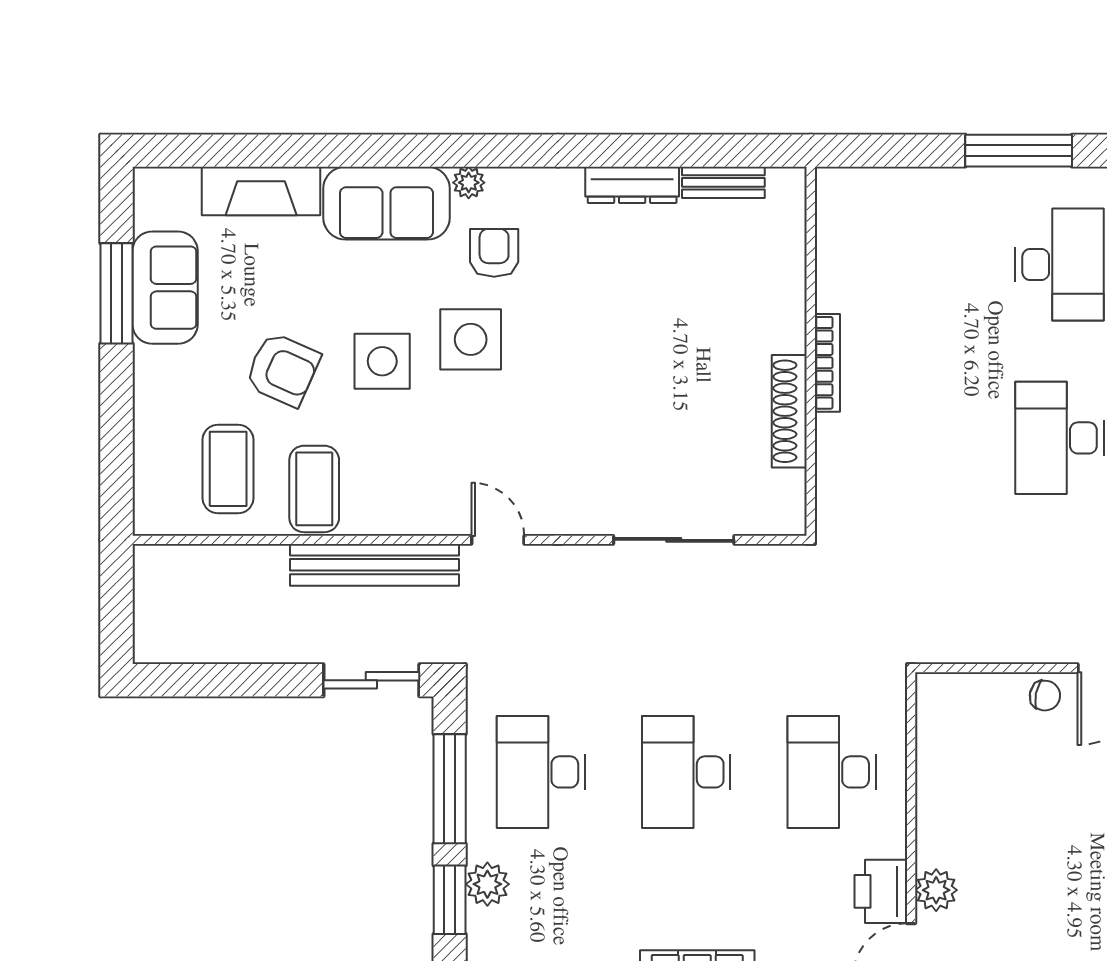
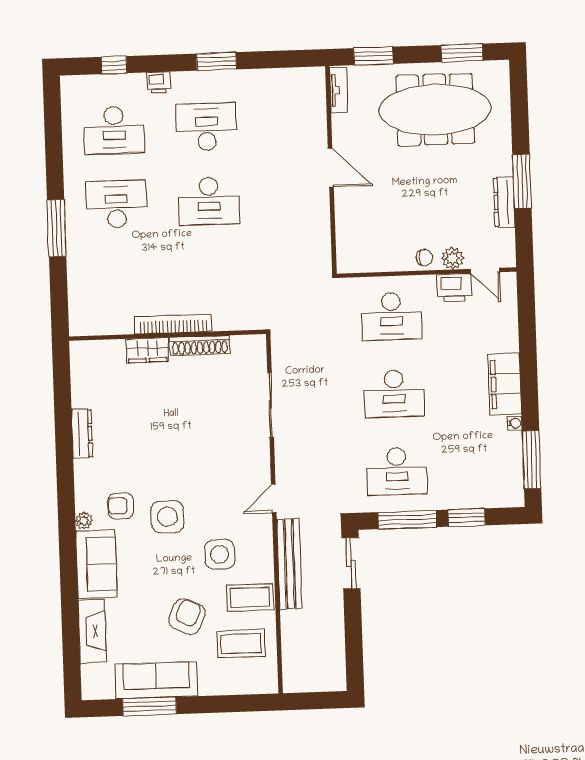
bench: (723, 182) -> (79, 385), removed
sofa: (165, 288) -> (156, 680), width x1.36
wardrobe: (784, 313) -> (147, 350), added
side table: (382, 361) -> (220, 554), moved
bookcase: (827, 363) -> (173, 324), width x1.48, depth x1.31
chair: (1045, 696) -> (424, 258), moved, turned 79
plant: (487, 884) -> (458, 498), removed

